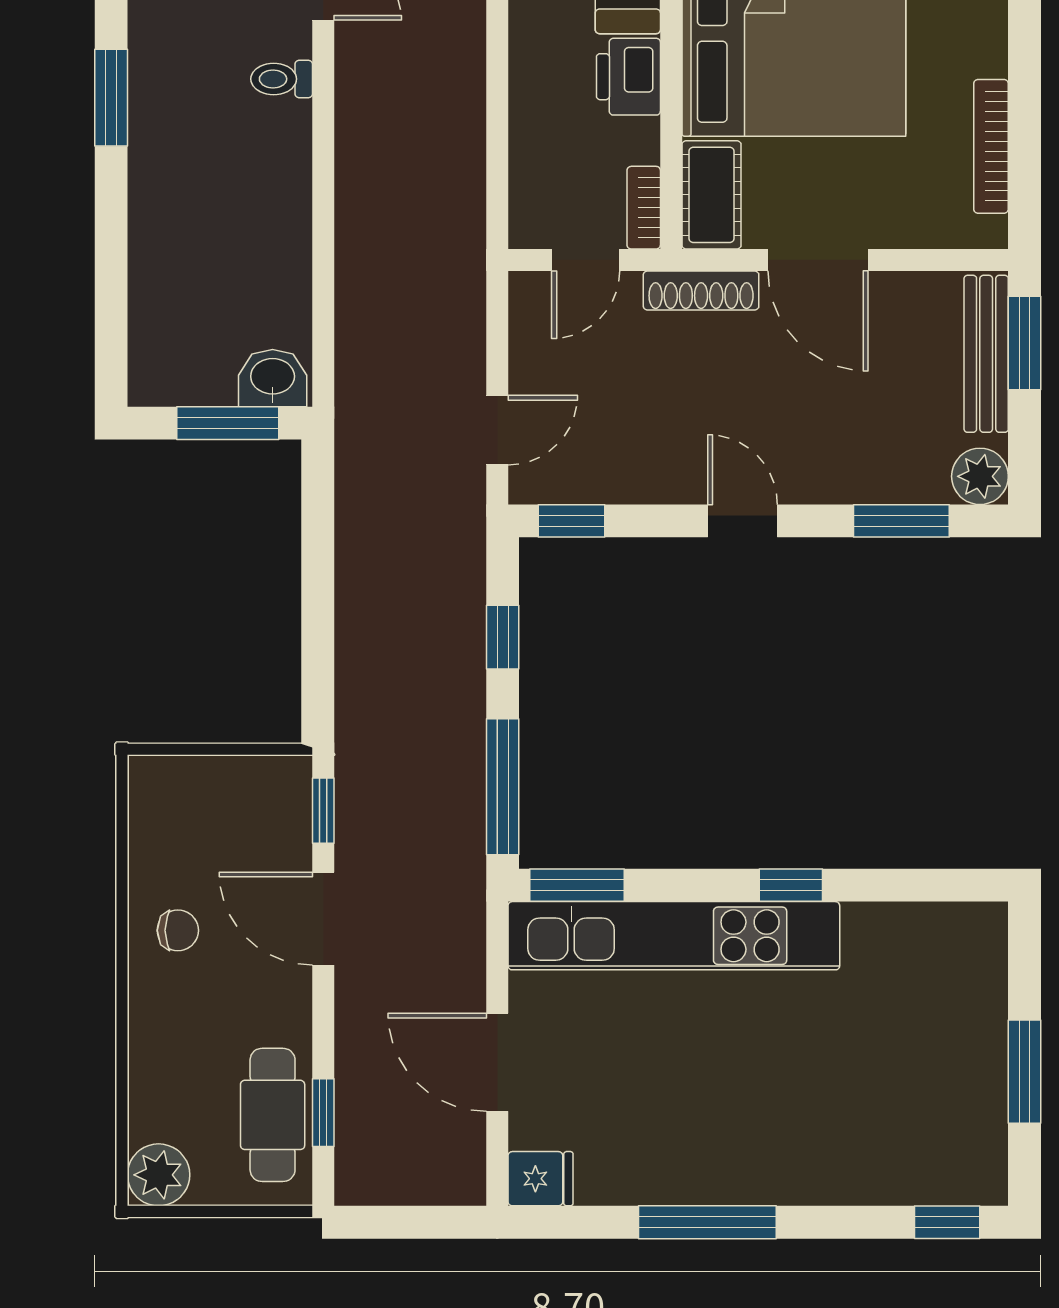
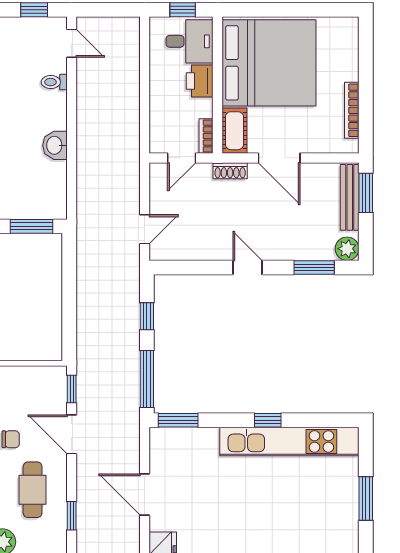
shoe rack: (701, 290) -> (230, 171), width x0.70
washbasin: (273, 378) -> (55, 145), moved, turned -90
window: (572, 521) -> (176, 267), removed
kitchen unit: (674, 936) -> (289, 441), moved
cafe table: (273, 1115) -> (33, 490), moved

